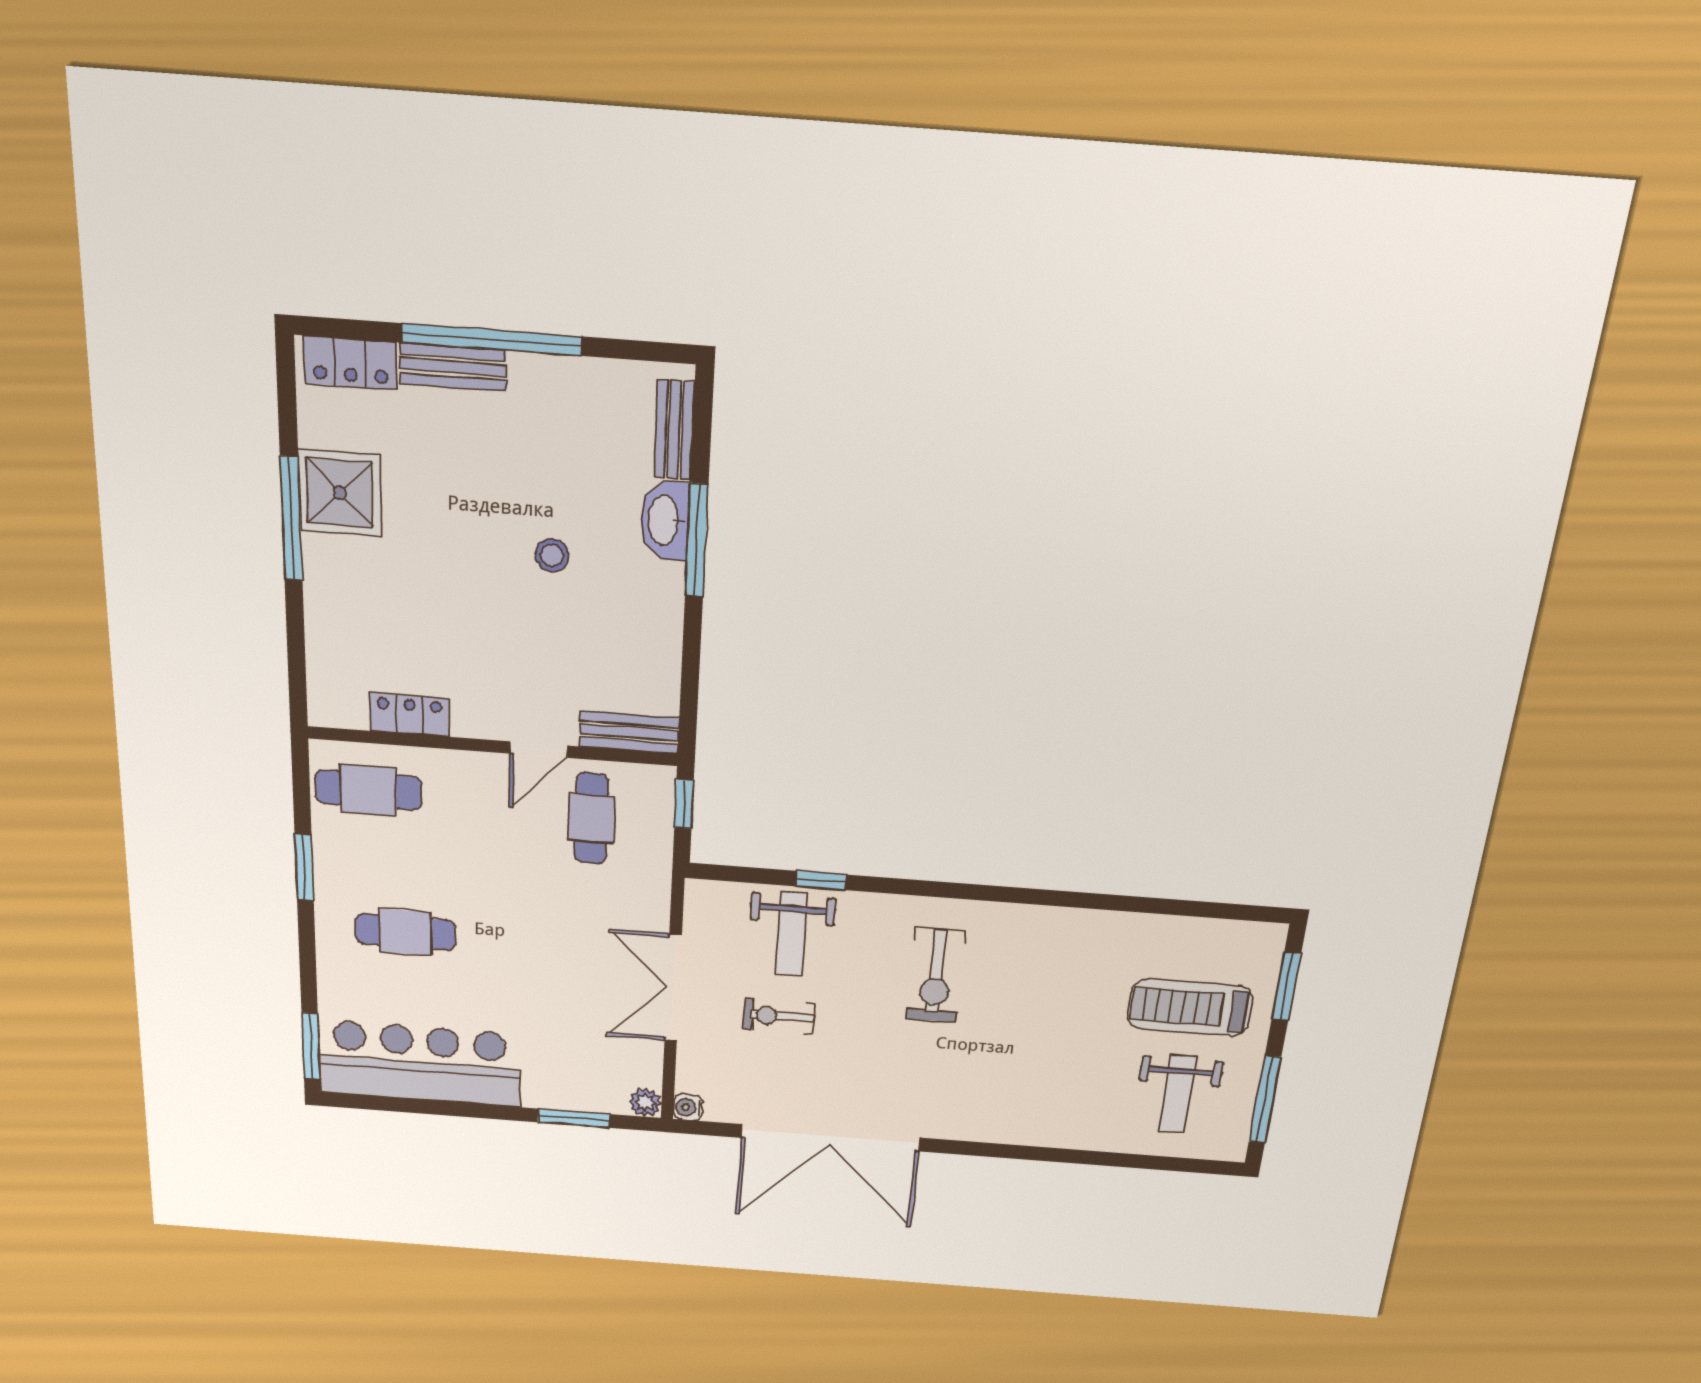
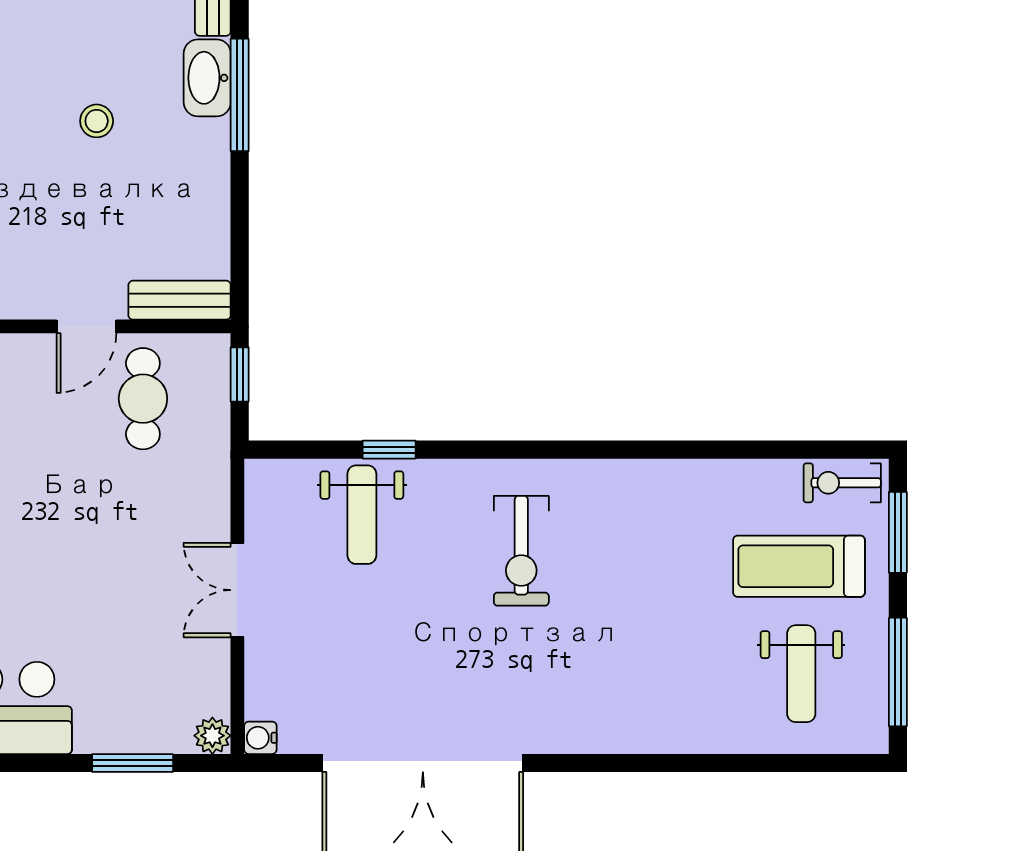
double door: (673, 988) -> (237, 590), width x0.73
exercise bike: (779, 1016) -> (842, 483), moved

